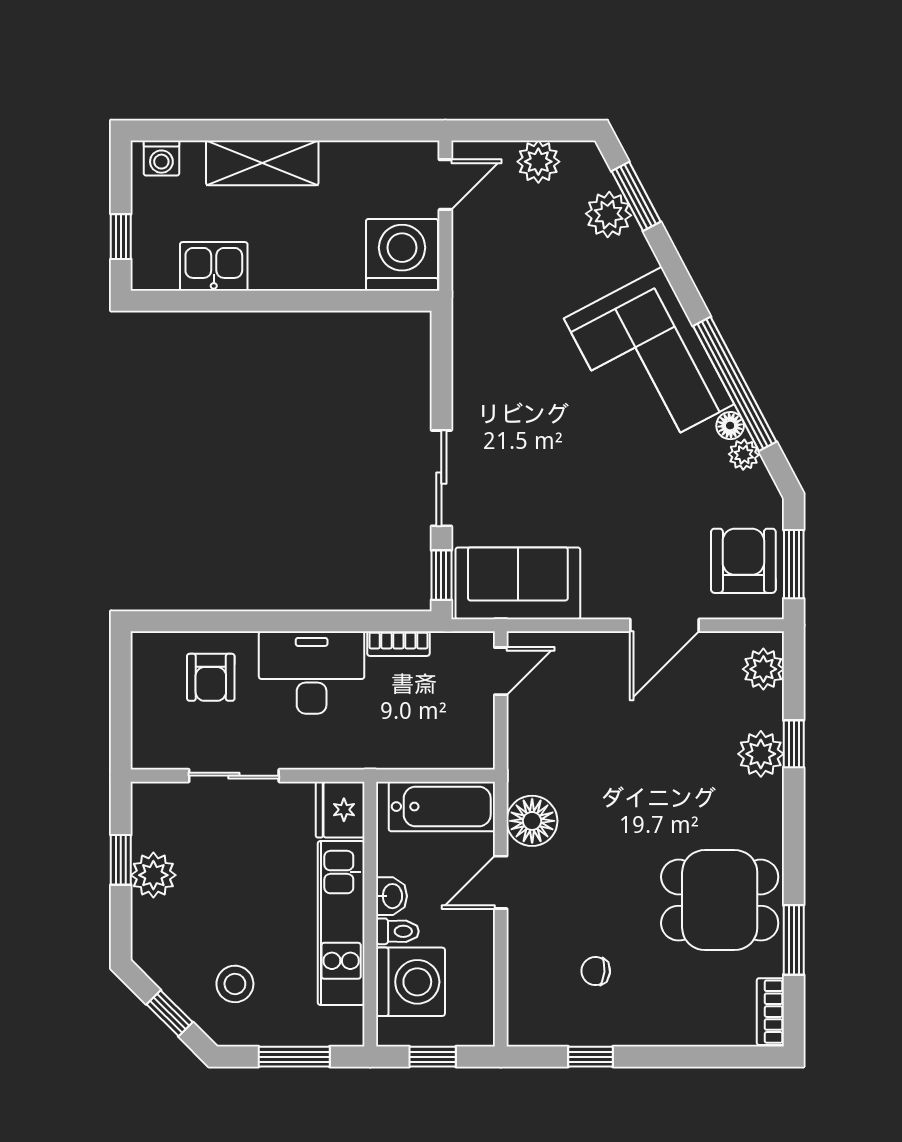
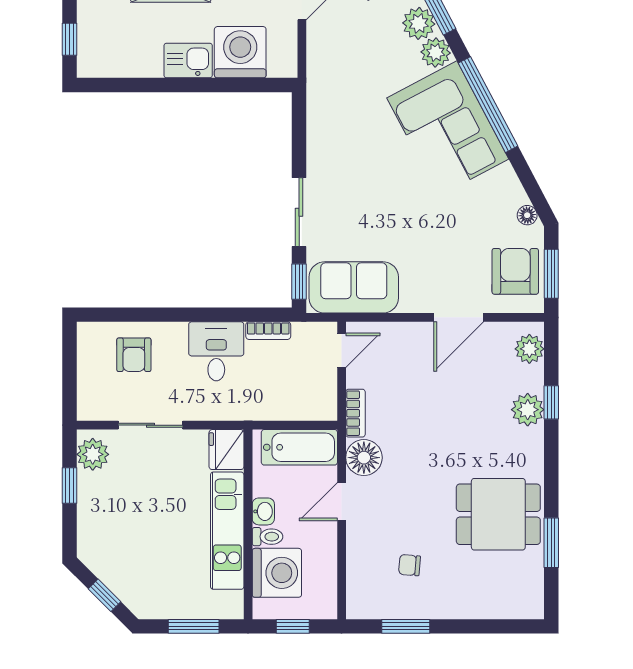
washing machine: (402, 255) -> (240, 52), moved
kitchen sink: (214, 266) -> (188, 61), moved
window: (735, 384) -> (488, 105), moved
floor lamp: (730, 426) -> (527, 215), moved
plant: (744, 455) -> (436, 52), moved, width x1.38, depth x1.38
desk: (312, 672) -> (216, 351), width x0.73
plant: (153, 875) -> (93, 454), moved
stool: (235, 984) -> (151, 574), removed
bookcase: (770, 1012) -> (355, 413), moved, turned 180
window: (590, 1057) -> (406, 626), width x1.50

